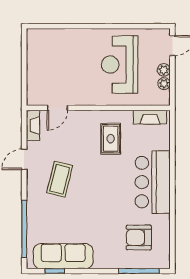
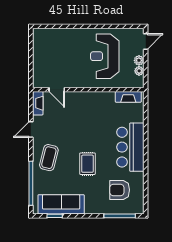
door: (57, 108) -> (57, 90), hinge flipped
rug: (111, 139) -> (87, 164), moved
coffee table: (60, 179) -> (49, 158), moved

